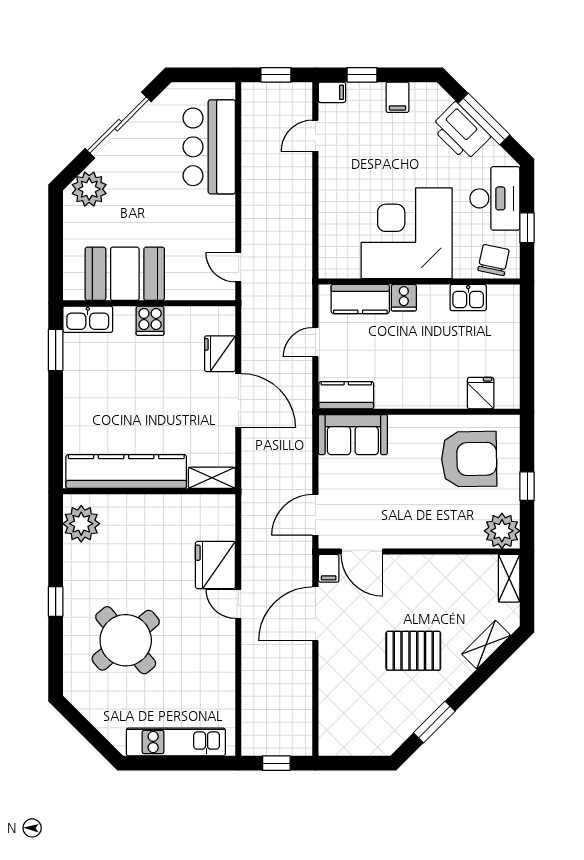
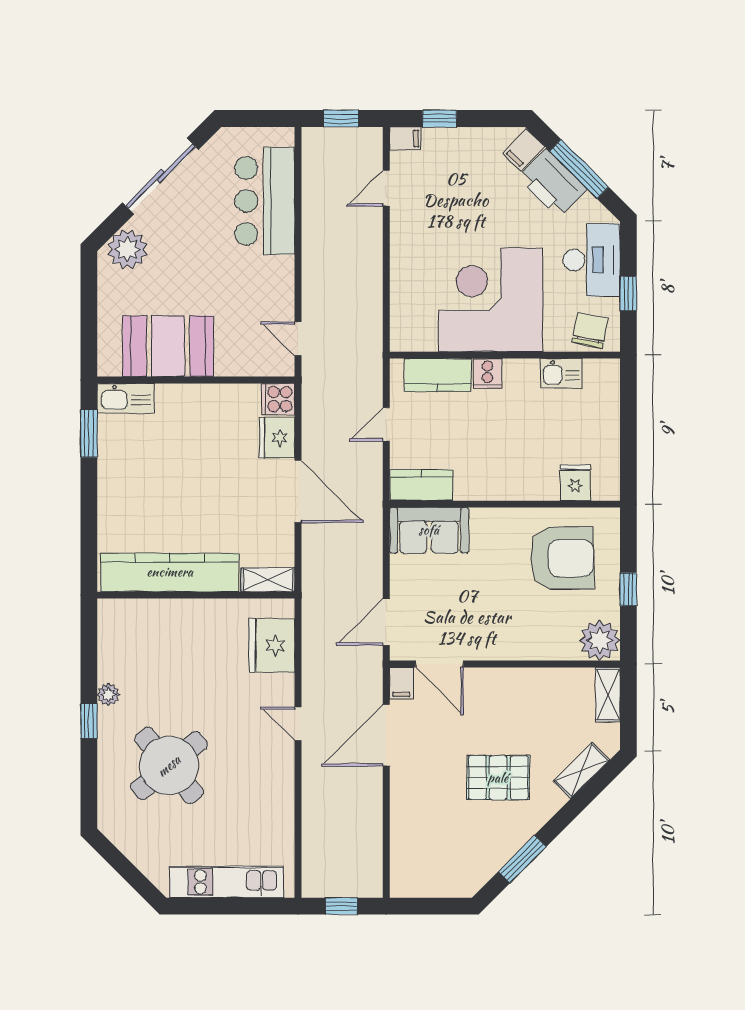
filing cabinet: (397, 97) -> (523, 150), moved, turned 45
cooker: (150, 321) -> (278, 399), moved, turned 90
plant: (81, 524) -> (108, 695), moved, width x0.53, depth x0.53
fridge: (215, 565) -> (272, 646), moved

